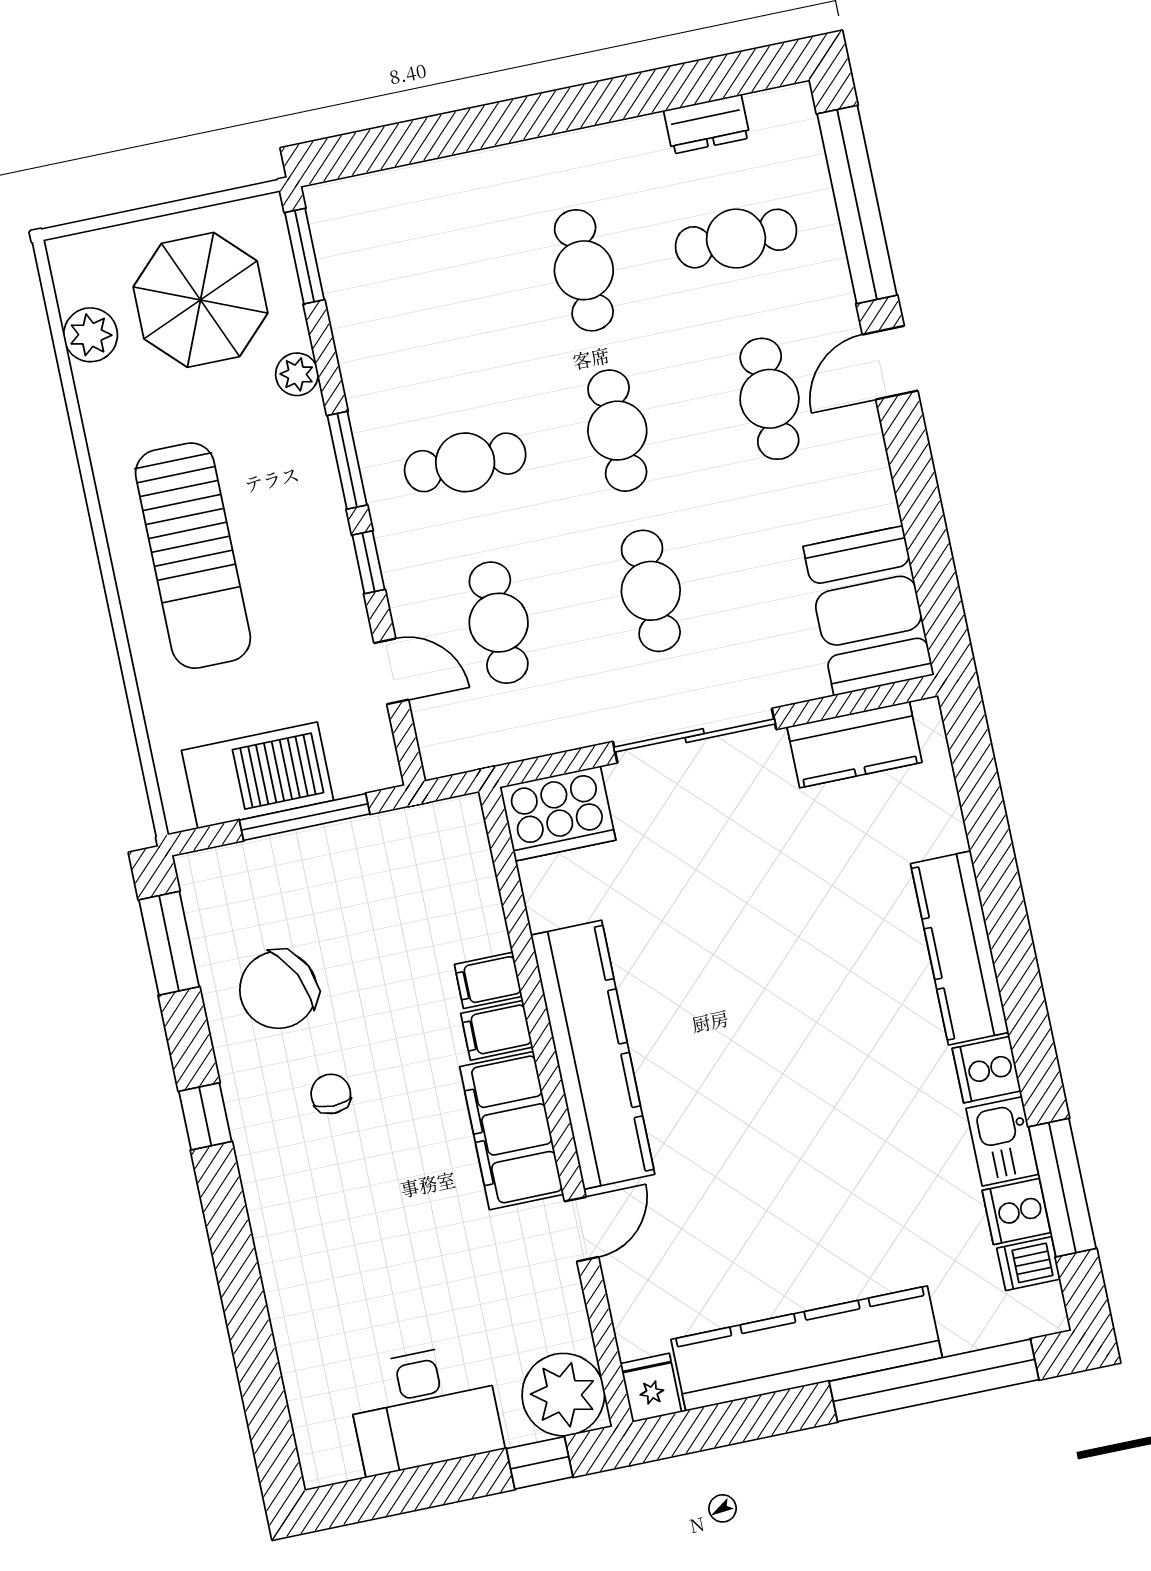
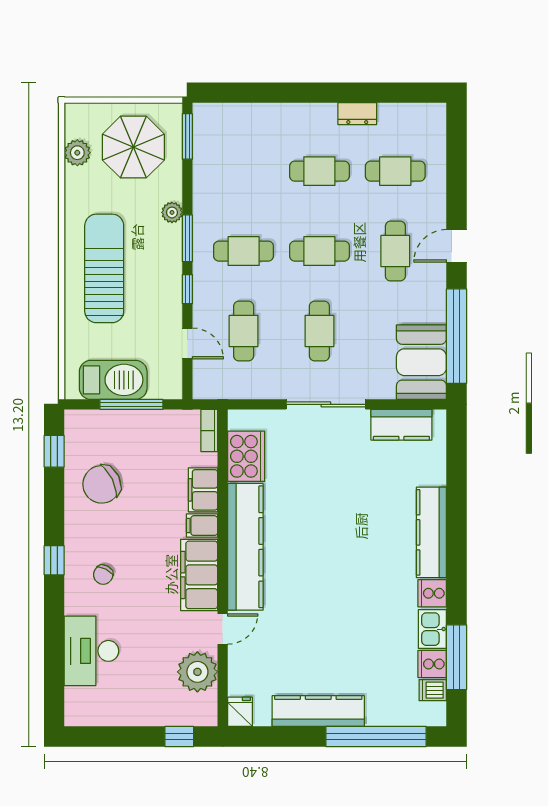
dresser: (707, 124) -> (357, 114), moved
window: (857, 205) -> (457, 336), moved
cafe table: (584, 270) -> (319, 171), turned 90
plant: (297, 374) -> (172, 212), moved
cafe table: (617, 431) -> (319, 251), turned 90
sun lounger: (193, 556) -> (104, 268), turned 180
cooker: (558, 813) -> (246, 456), moved, turned -90
bookcase: (471, 837) -> (209, 431), added
window: (169, 943) -> (54, 451), width x0.67
filing cabinet: (488, 980) -> (203, 490), width x2.00
chair: (331, 1094) -> (103, 575), moved, turned -153
window: (205, 1116) -> (54, 560), moved
kitchen counter: (807, 1349) -> (318, 711), width x0.72, depth x0.86
plant: (563, 1395) -> (197, 672), moved
desk: (424, 1409) -> (91, 651), moved, turned 90

